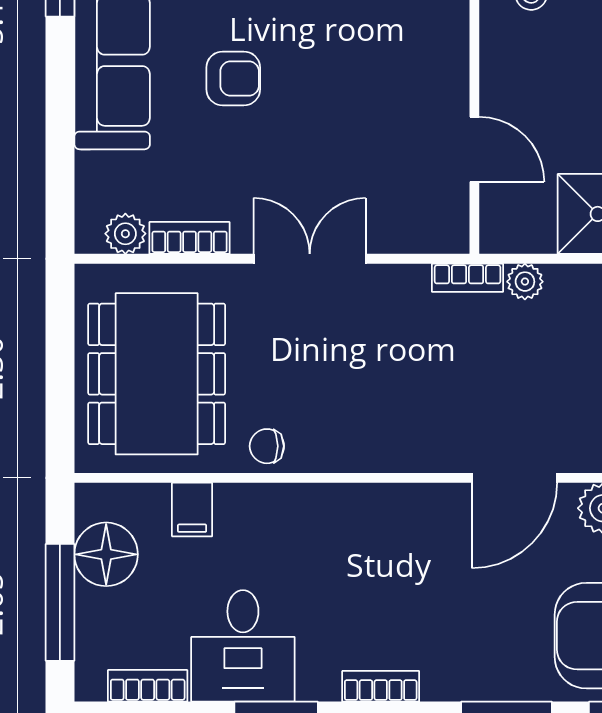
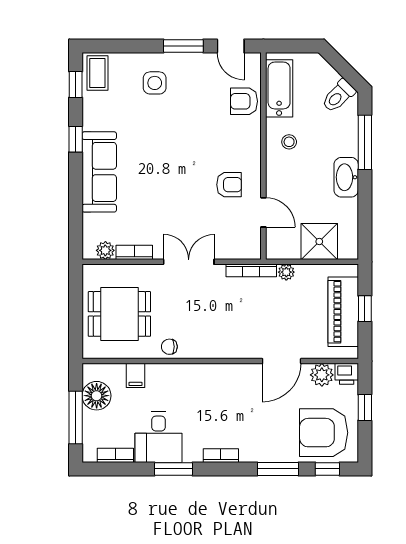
armchair: (233, 78) -> (229, 185), moved
bookcase: (468, 278) -> (251, 270), width x1.56
dining table: (157, 374) -> (119, 314), width x0.73

